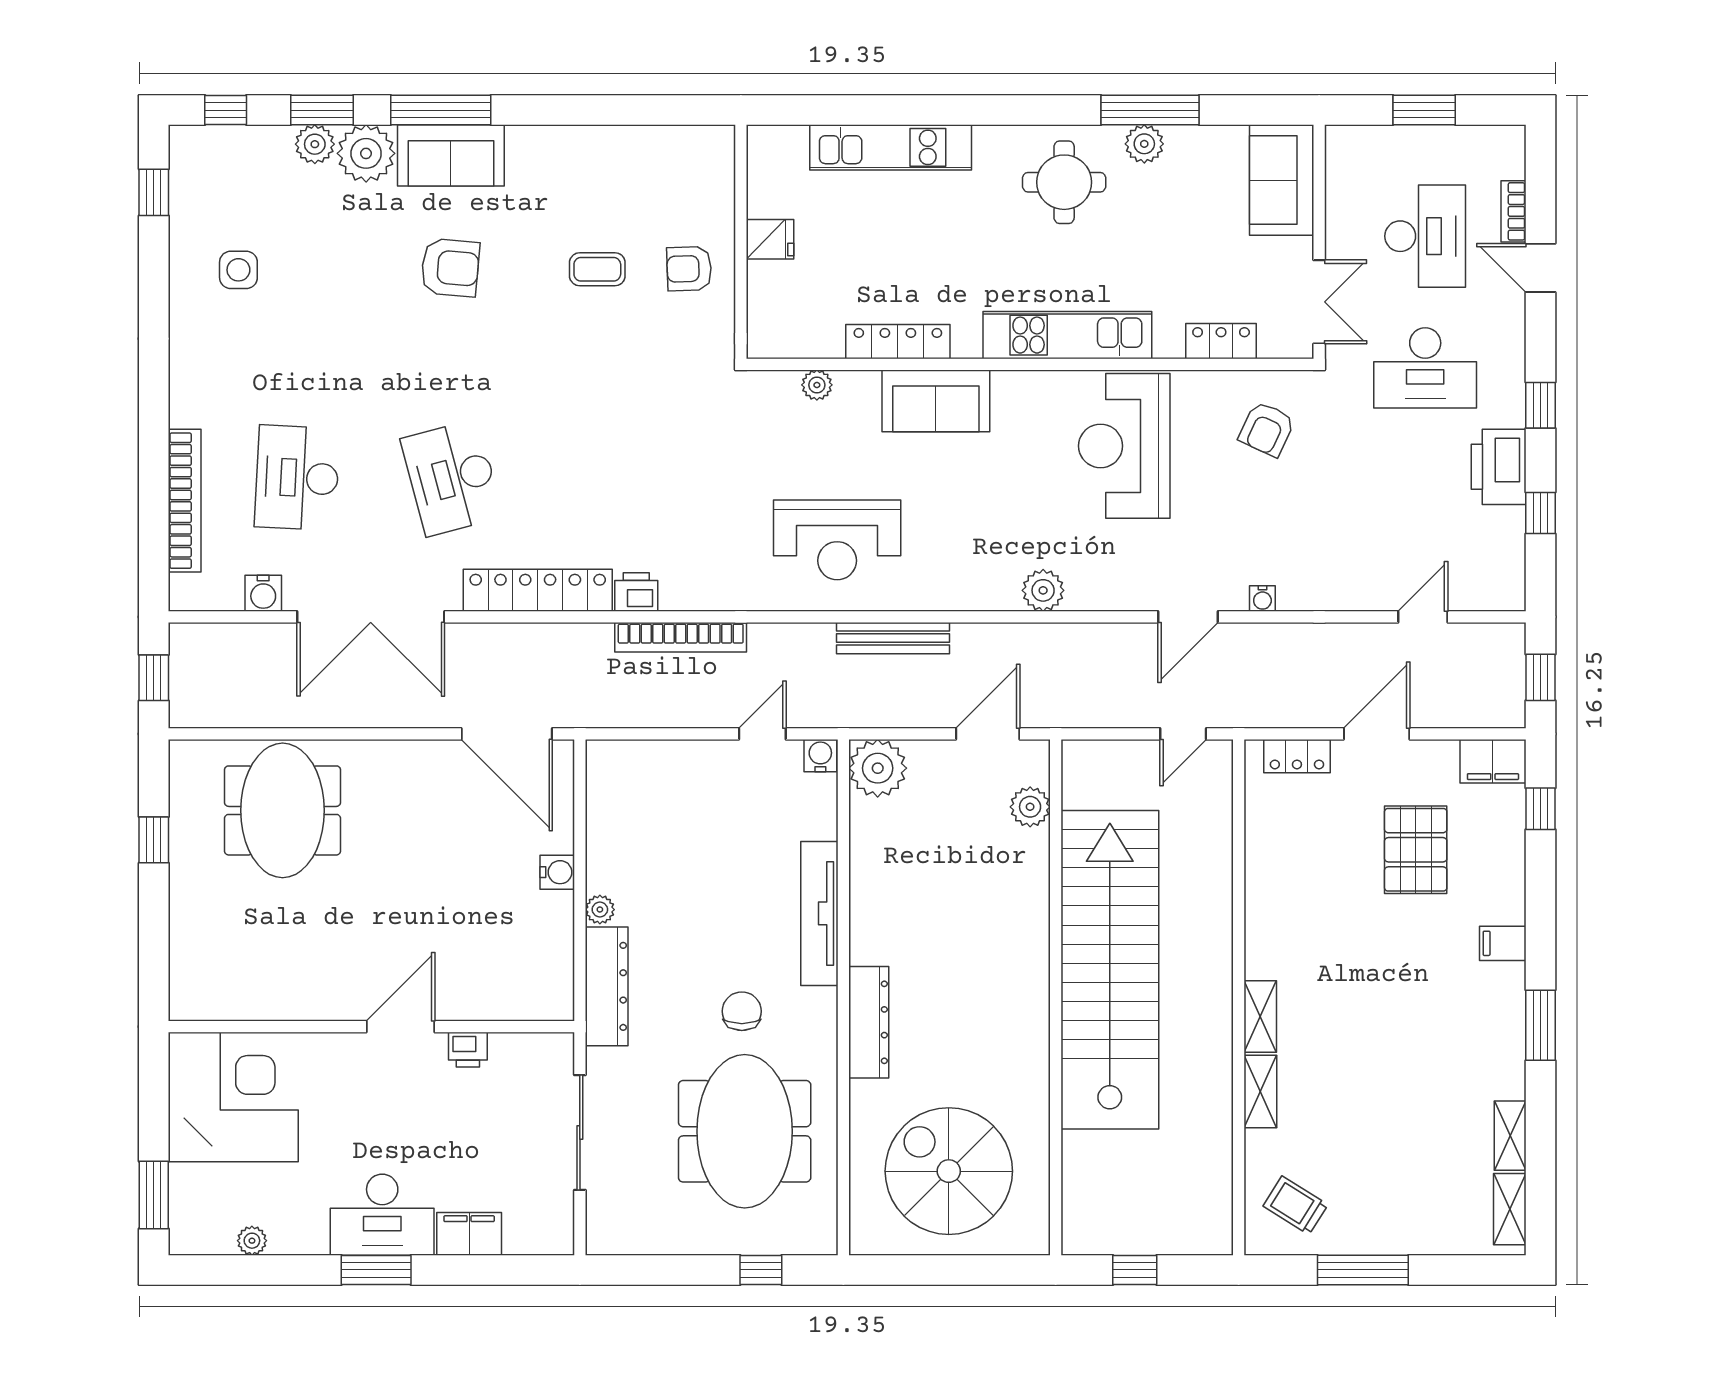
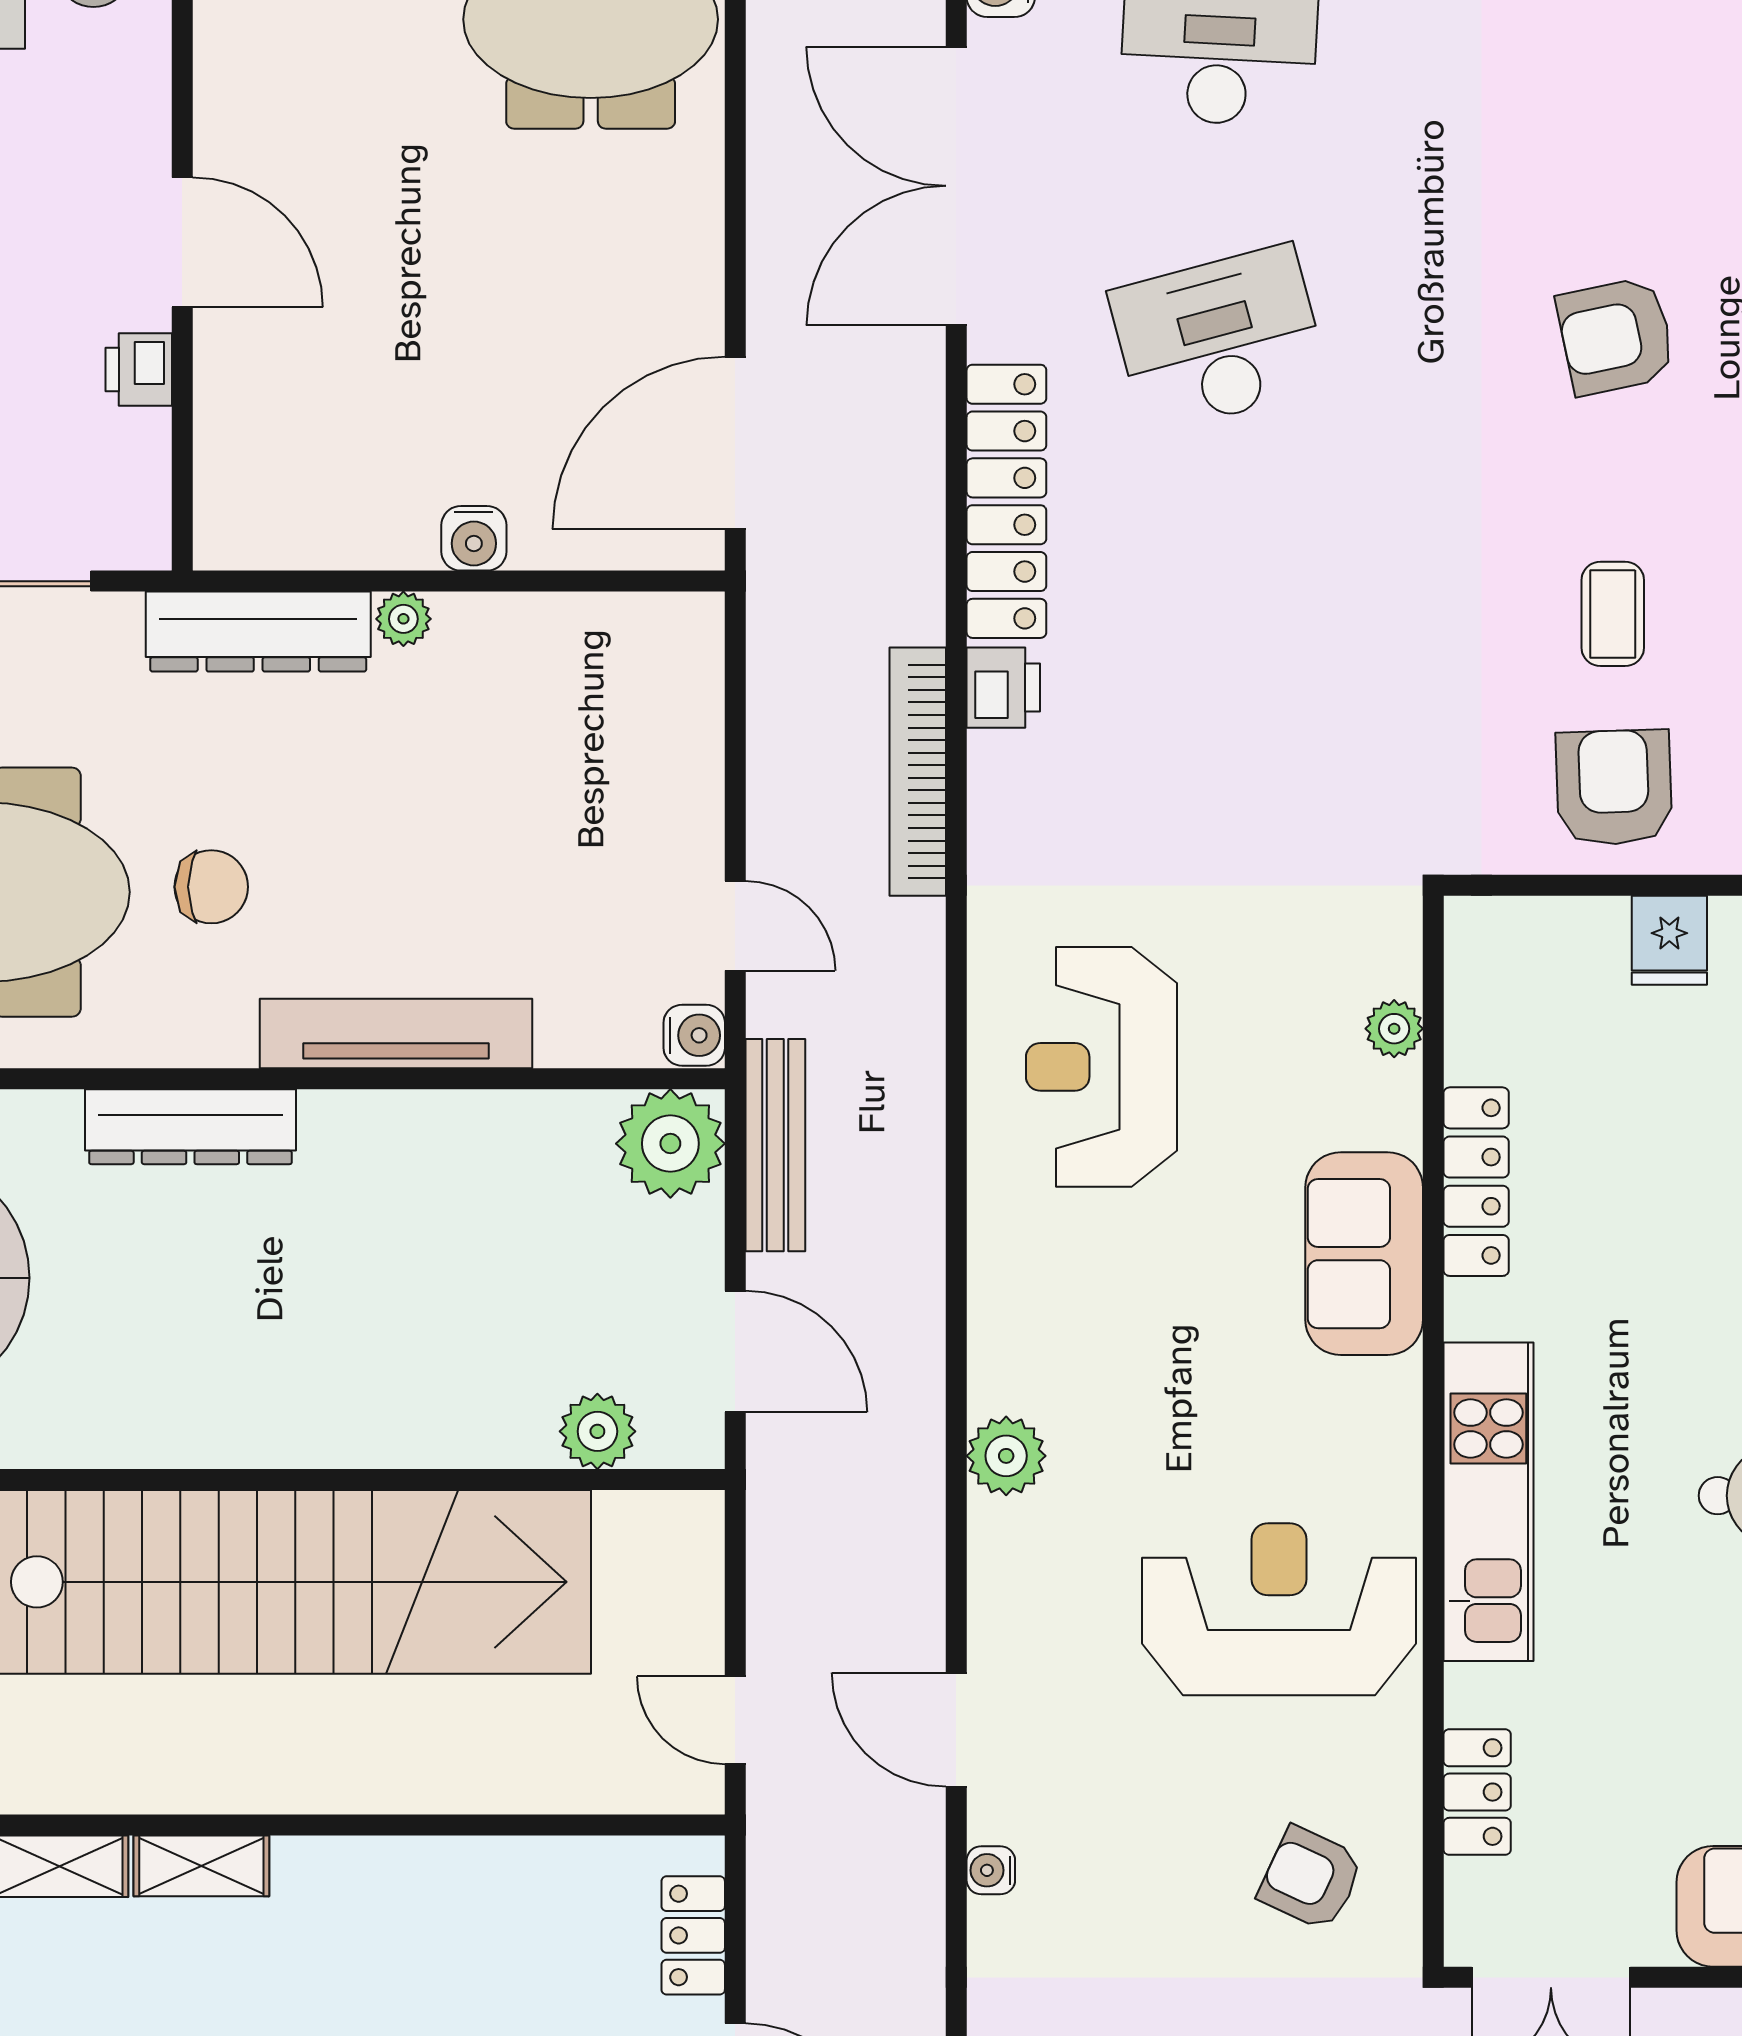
armchair: (450, 268) -> (1616, 336), turned 73
armchair: (689, 269) -> (1614, 787), width x1.38, depth x1.38
bench: (893, 638) -> (775, 1145), moved

